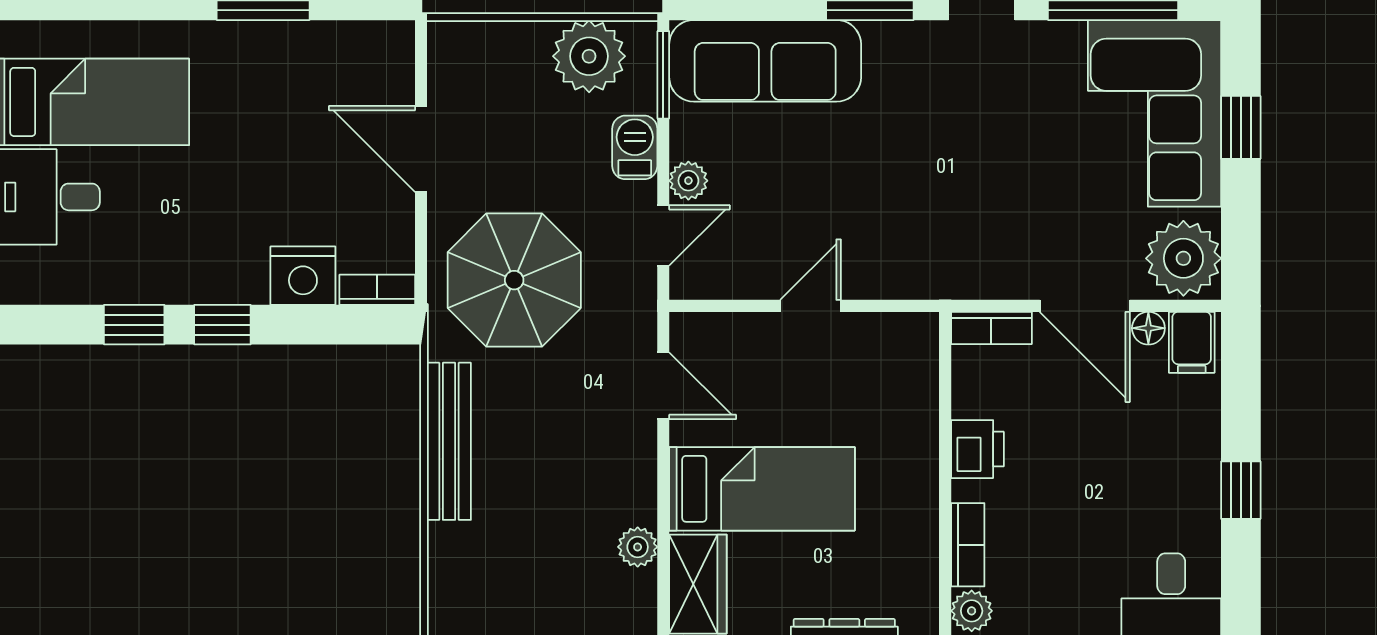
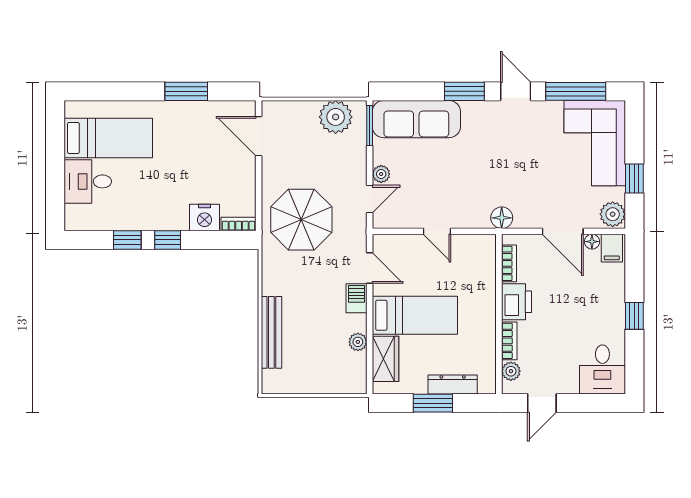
window: (1241, 127) -> (634, 179), moved
barbecue: (635, 147) -> (357, 298), moved
door: (421, 149) -> (259, 136), moved
plant: (1183, 258) -> (613, 214), width x0.73, depth x0.73
floor lamp: (951, 276) -> (502, 218), added
door: (810, 306) -> (437, 231), swing flipped
bookcase: (991, 328) -> (509, 263), moved, turned -90
bench: (449, 441) -> (271, 332), moved
printer: (977, 449) -> (517, 302), width x1.36, depth x1.24

